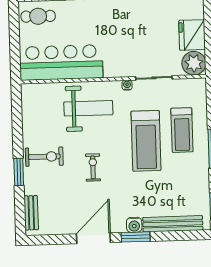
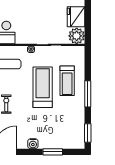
treadmill: (146, 141) -> (43, 87), turned 180
bench: (173, 224) -> (59, 144), removed
window: (136, 237) -> (53, 152), moved

